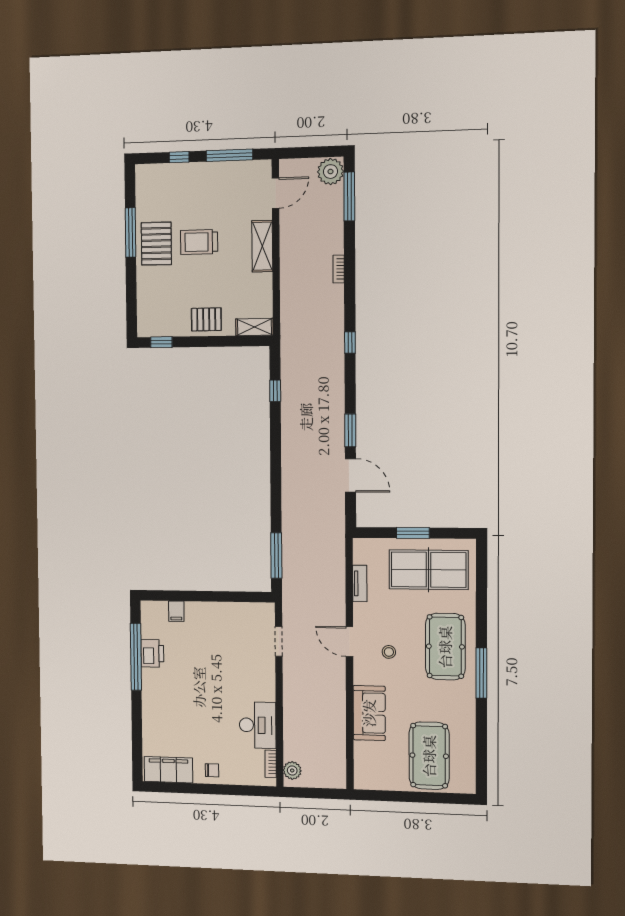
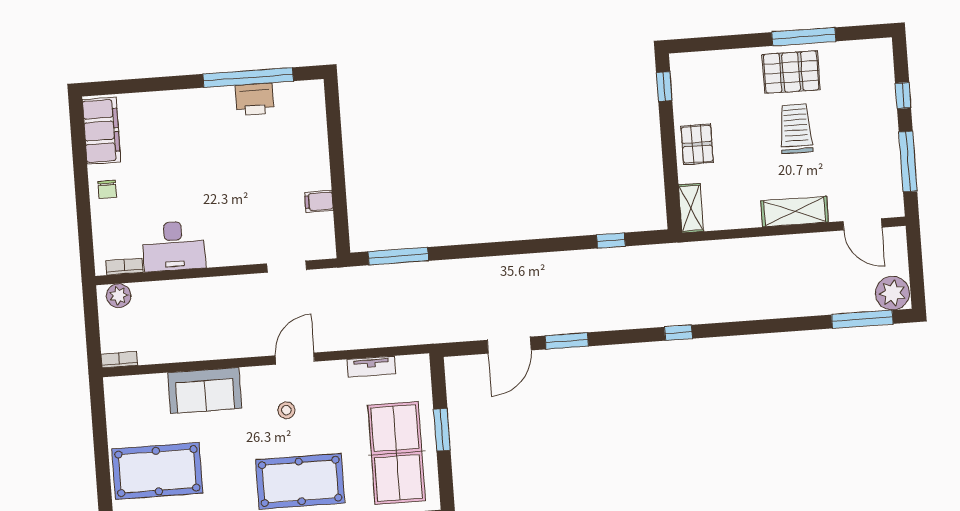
bookcase: (339, 269) -> (119, 360), moved
filing cabinet: (176, 611) -> (319, 201), moved

